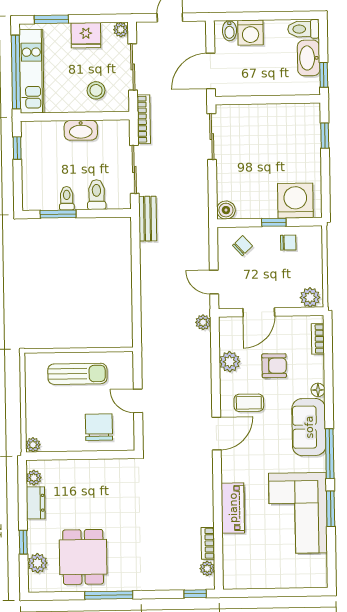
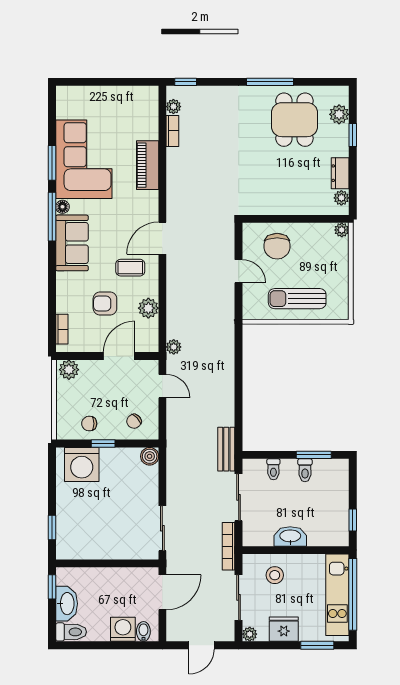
toilet: (97, 195) -> (273, 469), width x0.73, depth x0.72
floor lamp: (318, 390) -> (62, 207), moved

